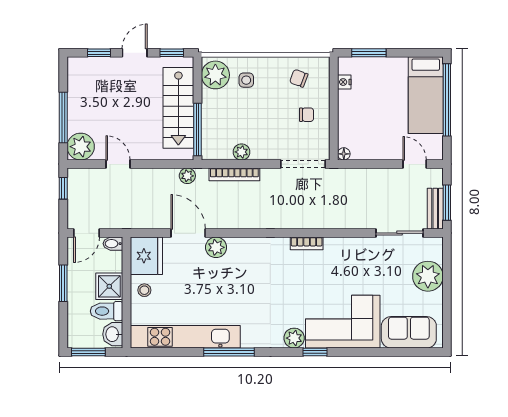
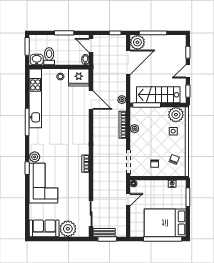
door: (135, 53) -> (188, 71), swing flipped
bed: (426, 95) -> (165, 223), width x1.50
door: (118, 164) -> (128, 62), width x1.87
door: (415, 164) -> (128, 200), moved
door: (188, 233) -> (91, 100), hinge flipped
plant: (216, 247) -> (83, 115), removed
shower: (109, 286) -> (62, 58), removed
sofa: (409, 332) -> (44, 228), moved, turned -90

